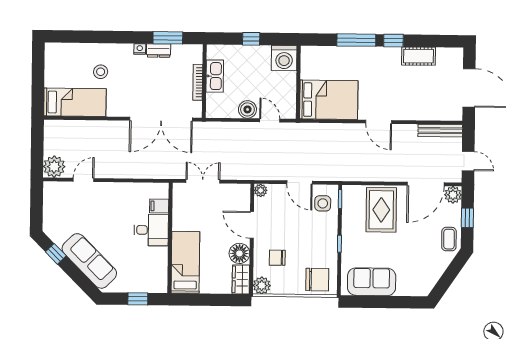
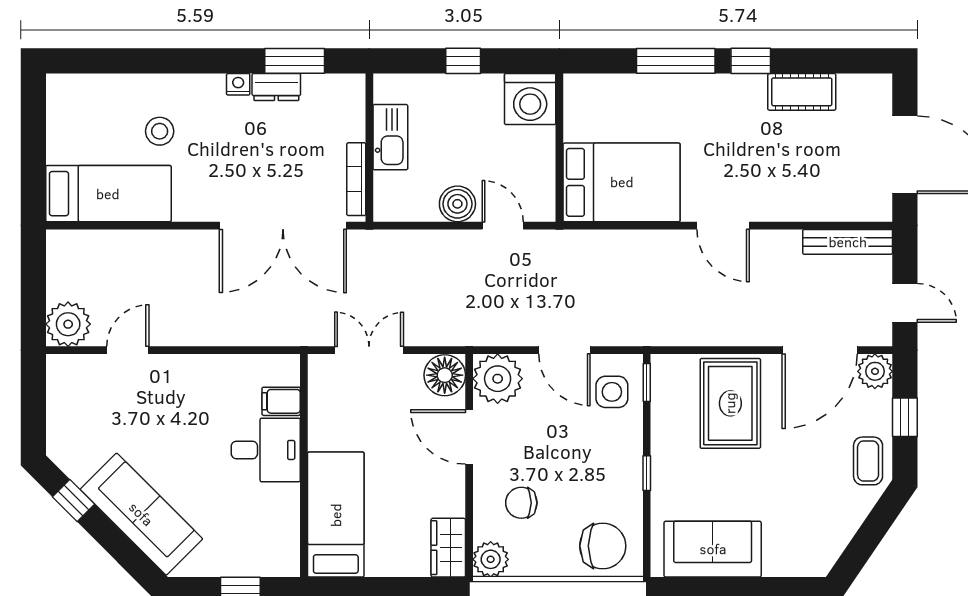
bookcase: (198, 82) -> (356, 179), moved
plant: (261, 190) -> (498, 379), width x1.88, depth x1.88
floor lamp: (239, 253) -> (445, 375), moved

